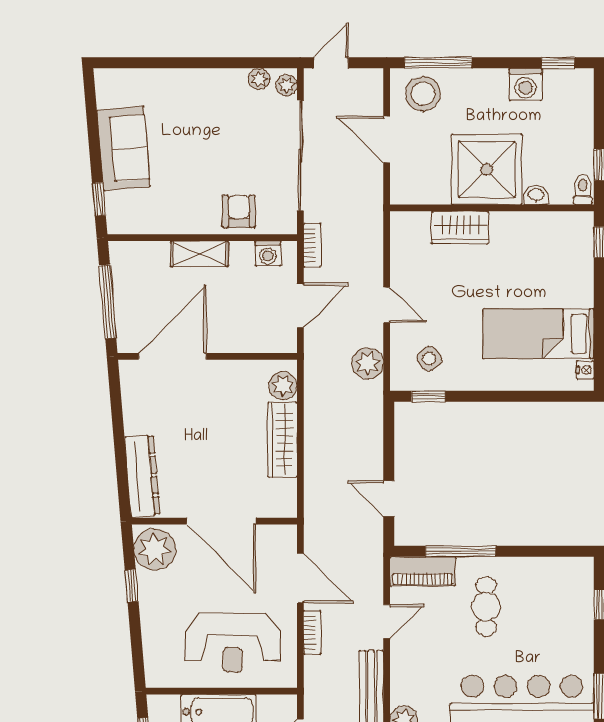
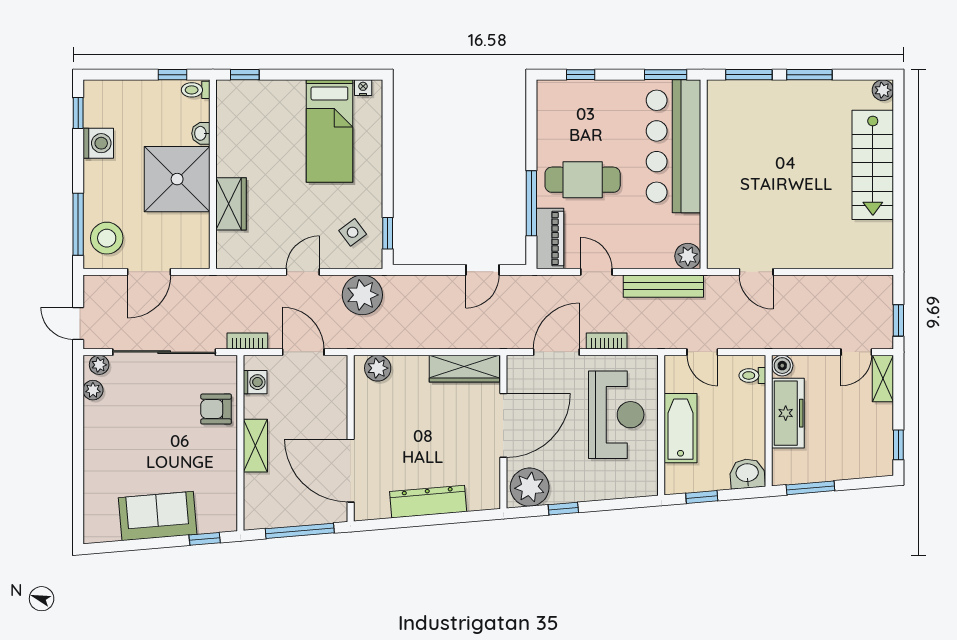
plant: (368, 363) -> (362, 295), width x1.36, depth x1.36
wardrobe: (282, 440) -> (464, 369), moved
dresser: (142, 476) -> (428, 502), moved
cafe table: (486, 606) -> (583, 180), width x1.37, depth x1.35

